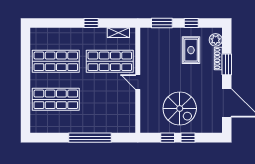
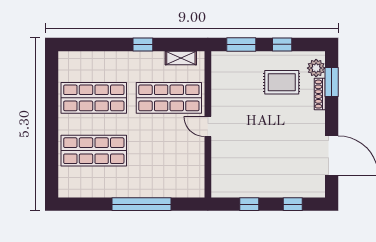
rug: (191, 50) -> (282, 82), turned 90
window: (227, 64) -> (332, 82), moved
spiral stairs: (180, 108) -> (266, 163), removed
window: (188, 138) -> (293, 204), moved

